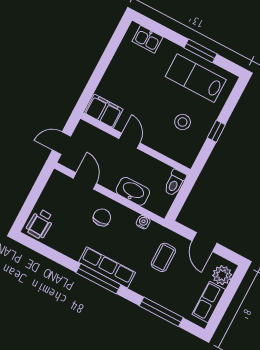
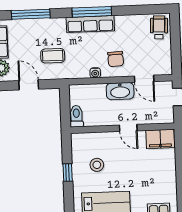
washbasin: (133, 191) -> (120, 91), moved
water cooler: (143, 222) -> (95, 73), moved
coffee table: (163, 257) -> (53, 56), turned 90

